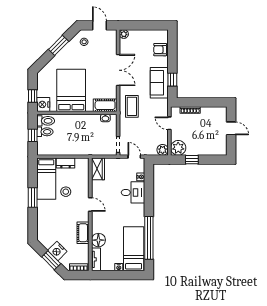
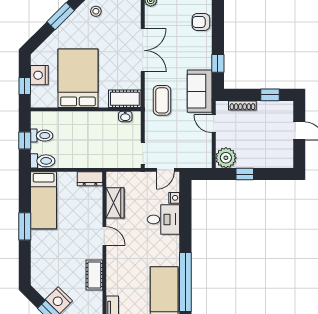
sofa: (159, 83) -> (200, 91), moved
window: (210, 102) -> (270, 95), added
nightstand: (43, 104) -> (39, 75), moved
toilet: (46, 121) -> (43, 161), moved
plant: (163, 150) -> (204, 161), removed
door: (134, 157) -> (165, 170), swing flipped
dresser: (66, 163) -> (90, 179), moved
wardrobe: (98, 169) -> (115, 203), moved
stool: (66, 192) -> (71, 218), removed
floor lamp: (98, 240) -> (116, 285), removed

